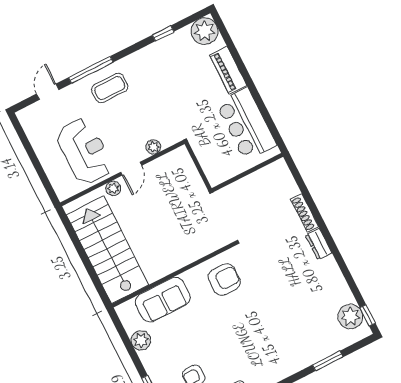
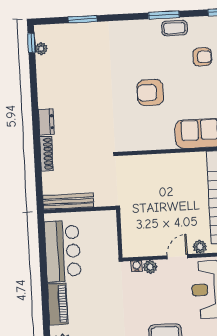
water cooler: (167, 142) -> (137, 266), added
bench: (262, 176) -> (68, 201), added
armchair: (224, 279) -> (150, 92), moved
plant: (350, 317) -> (41, 49), width x0.53, depth x0.53

